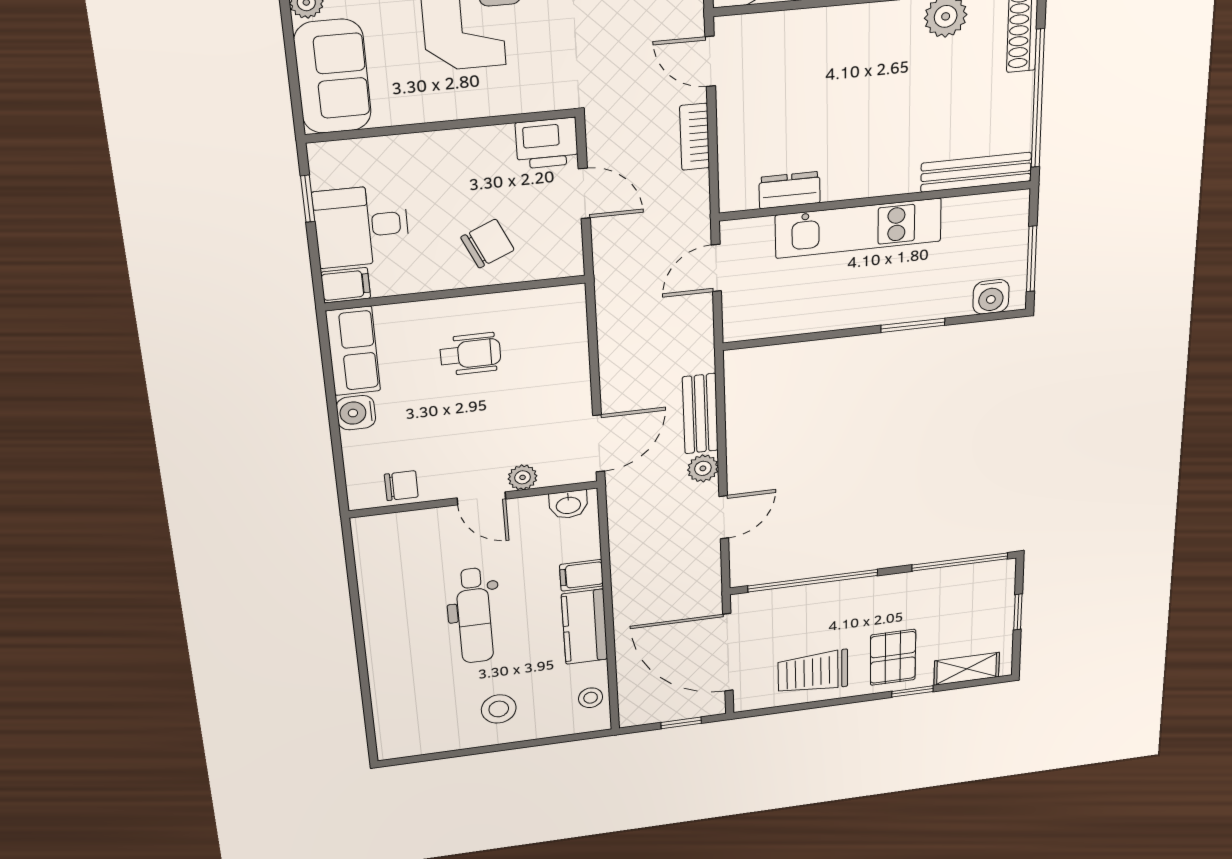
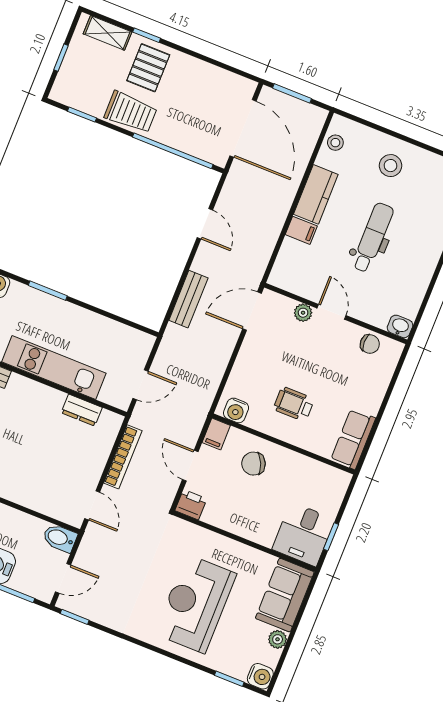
bookcase: (695, 137) -> (123, 457), width x1.56
printer: (547, 143) -> (191, 505), width x0.73, depth x0.81
desk: (362, 226) -> (304, 534), moved, turned 90
filing cabinet: (346, 285) -> (216, 434), moved, turned -90
water cooler: (356, 413) -> (236, 410), moved, turned 90
plant: (703, 468) -> (202, 263), removed
chair: (401, 486) -> (370, 344), turned 180
washbasin: (568, 505) -> (400, 326), moved
door: (724, 517) -> (205, 224), swing flipped
window: (960, 562) -> (82, 115), width x0.46
trolley: (813, 672) -> (131, 112), moved
window: (681, 723) -> (292, 93), width x1.50

